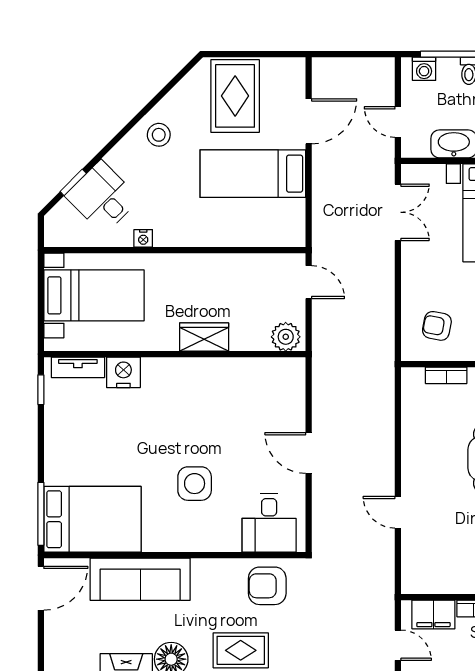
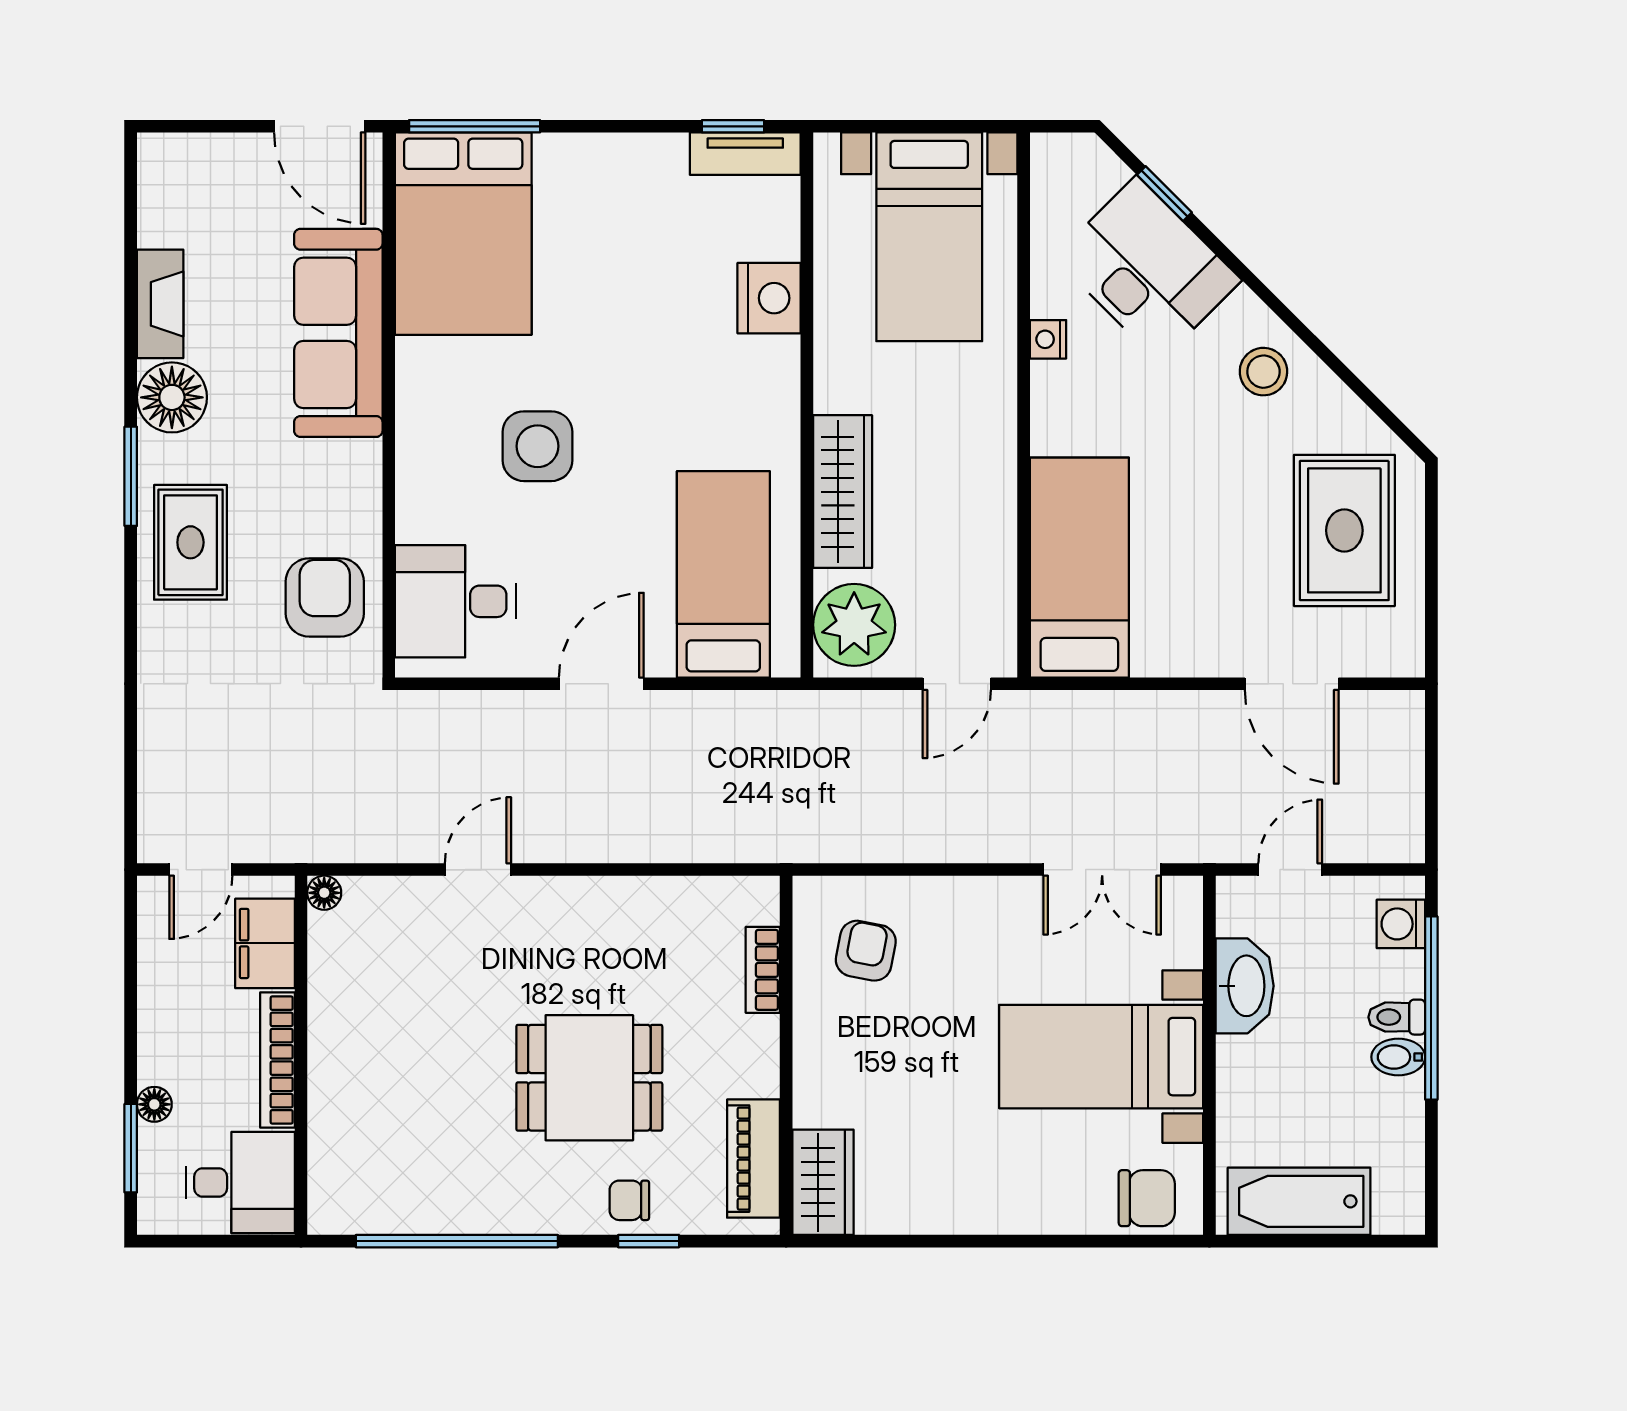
rug: (235, 96) -> (1344, 530), turned 90
bed: (253, 174) -> (1079, 568), moved
desk: (102, 197) -> (1148, 269), width x1.37
wardrobe: (204, 337) -> (843, 492), width x1.50
plant: (286, 337) -> (854, 625), width x1.36, depth x1.36
tv unit: (78, 367) -> (745, 154), moved, turned -90
bed: (256, 394) -> (723, 574), added
floor lamp: (409, 586) -> (324, 893), added

